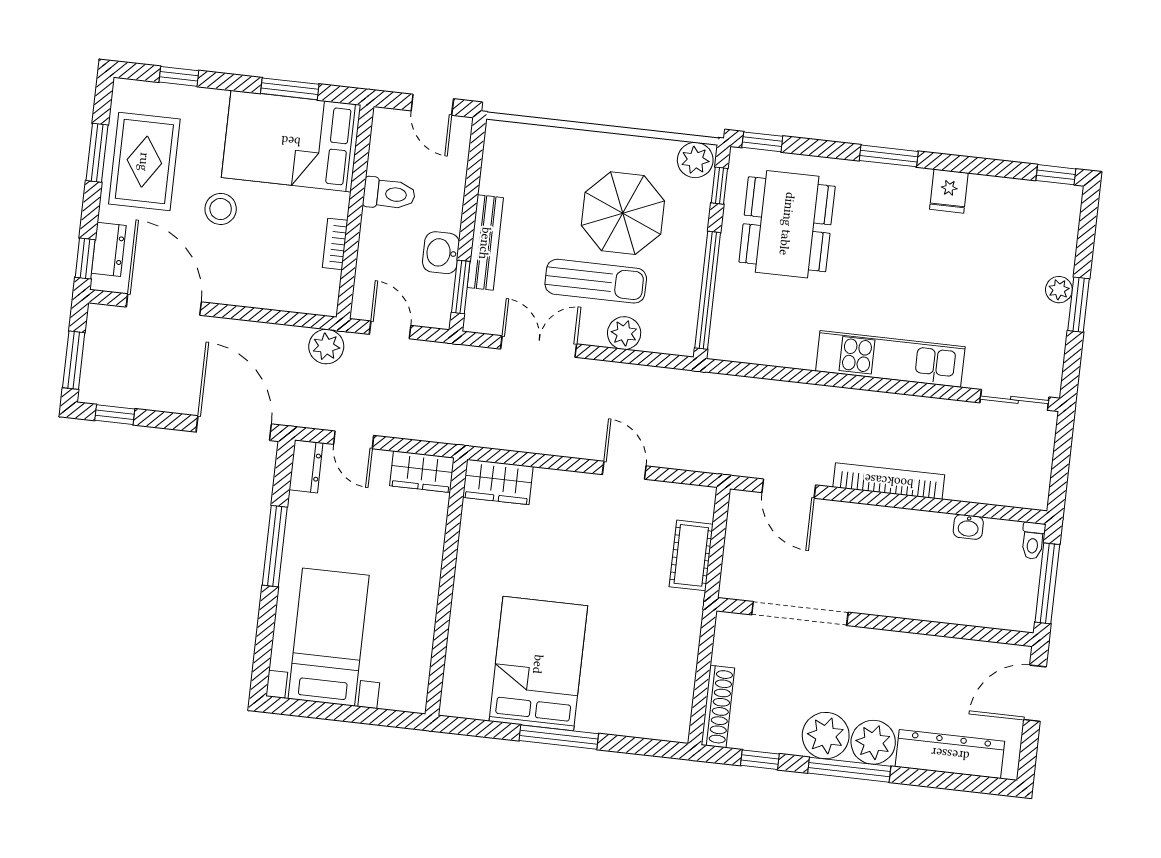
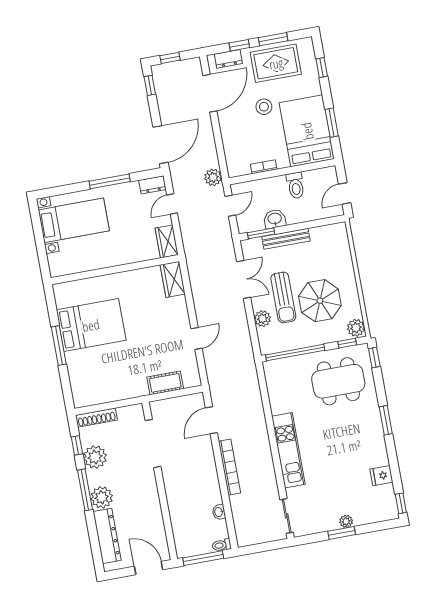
fridge: (949, 191) -> (381, 476), moved
window: (85, 259) -> (239, 45), moved
window: (74, 360) -> (170, 58), width x0.67
plant: (826, 736) -> (95, 457), moved

